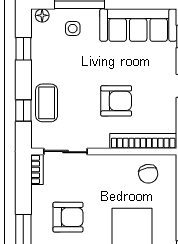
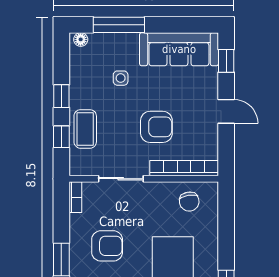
side table: (73, 29) -> (121, 78), moved
window: (23, 49) -> (61, 96), moved
sliding door: (66, 152) -> (121, 179), moved

